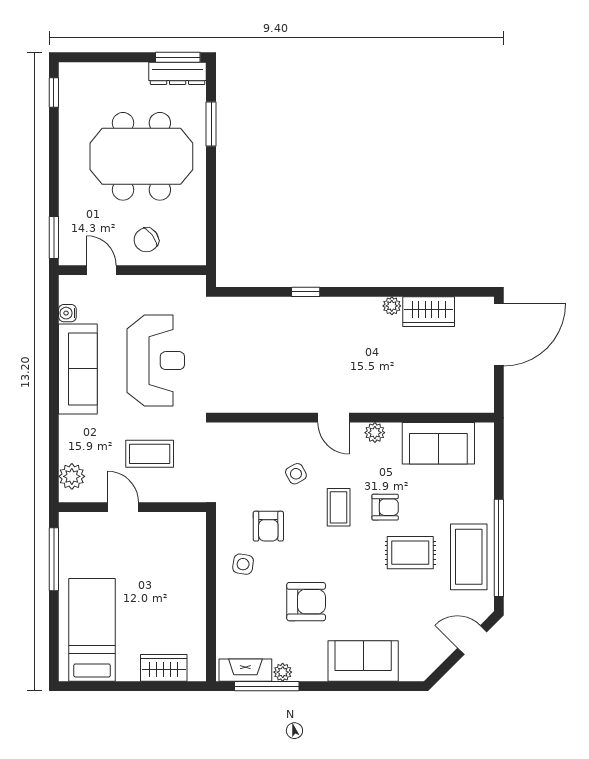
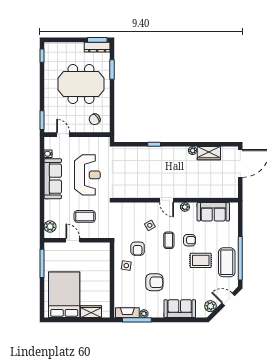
chair: (146, 240) -> (95, 119), moved
bed: (92, 630) -> (64, 295), width x1.50
plant: (432, 655) -> (210, 306), added

